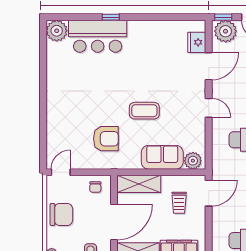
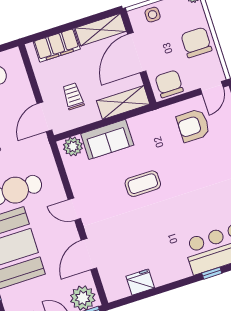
fridge: (197, 42) -> (140, 282), moved, turned -90
armchair: (106, 139) -> (193, 126), moved
chair: (95, 187) -> (169, 84), width x1.87, depth x1.87
chair: (61, 214) -> (196, 42), turned 90

